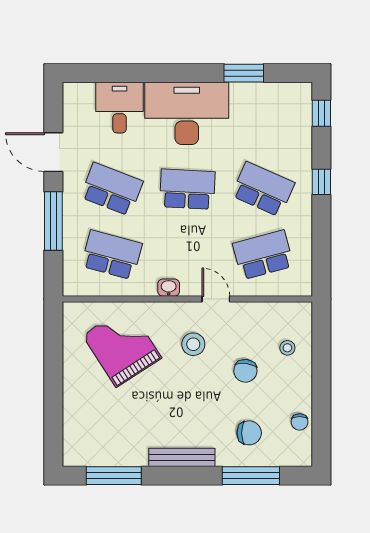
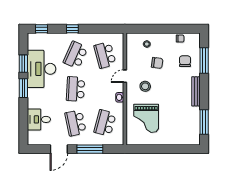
window: (189, 73) -> (23, 88), added
desk: (187, 113) -> (42, 69), moved
school desk: (112, 189) -> (76, 123), turned -33
grand piano: (122, 346) -> (146, 118), turned -57

